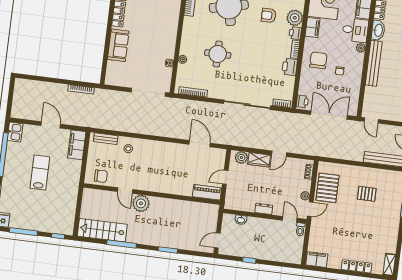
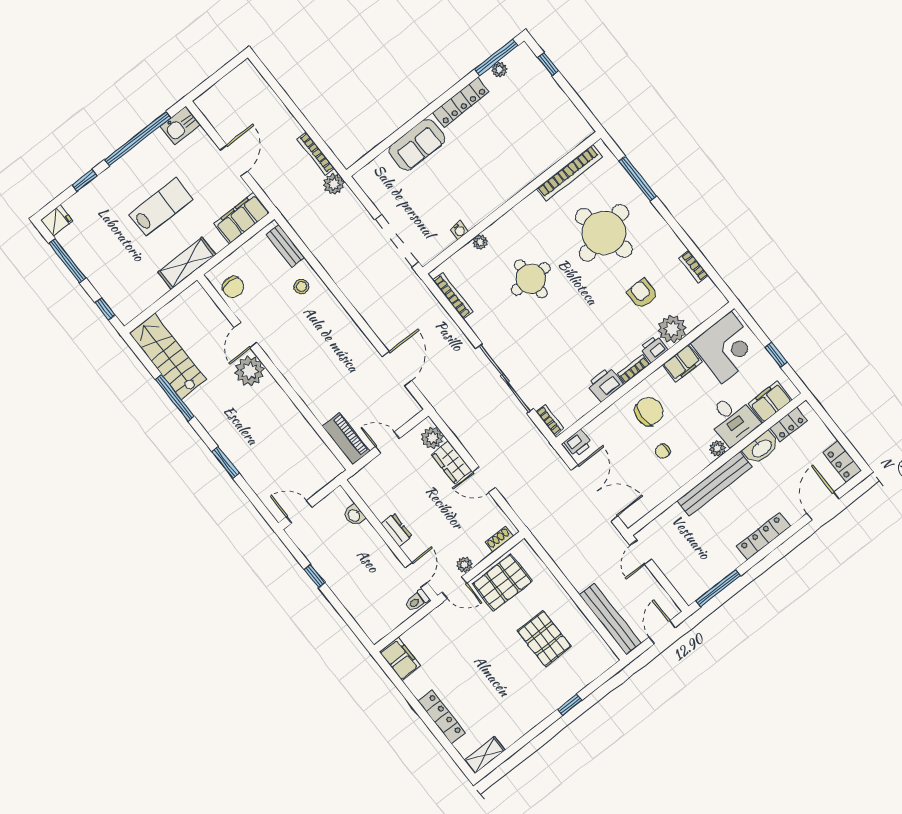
plant: (100, 94) -> (334, 184), added
shelving: (73, 185) -> (187, 263), added
pallet: (367, 194) -> (544, 639), width x1.50, depth x1.42

